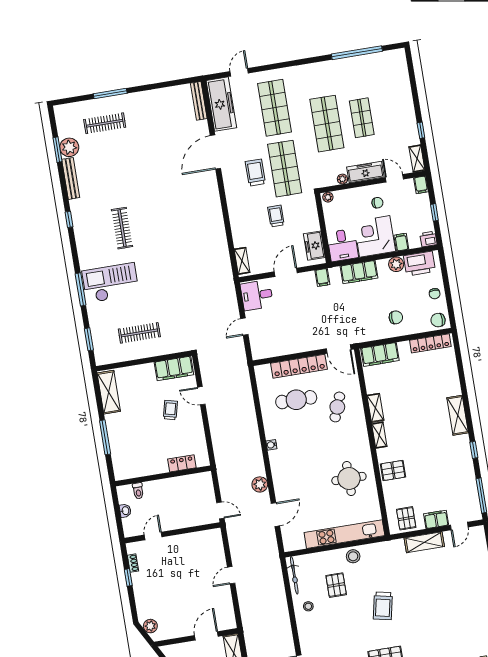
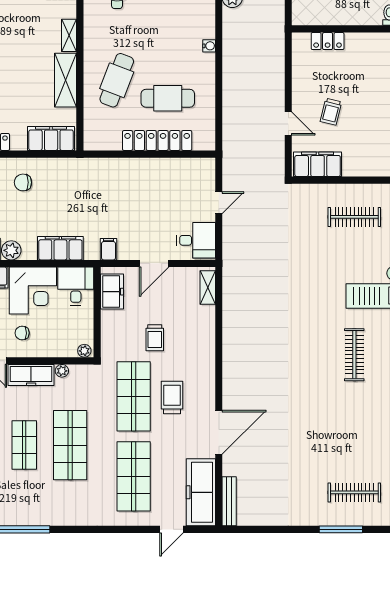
trolley: (255, 173) -> (172, 397), turned 180
door: (339, 349) -> (103, 154), removed
cafe table: (337, 407) -> (117, 80), width x1.37, depth x1.35
shelving: (375, 408) -> (66, 80), width x1.50, depth x1.33

